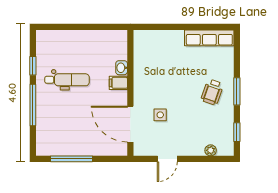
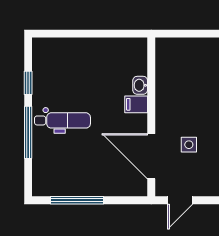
dental chair: (67, 80) -> (62, 120), moved
door: (167, 159) -> (180, 200), moved

